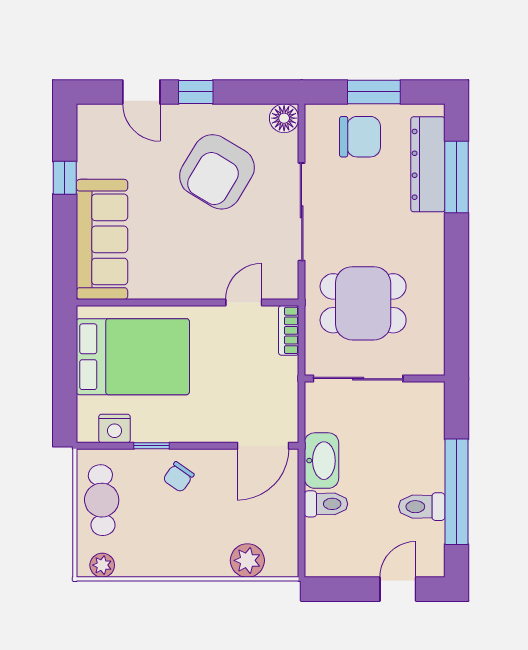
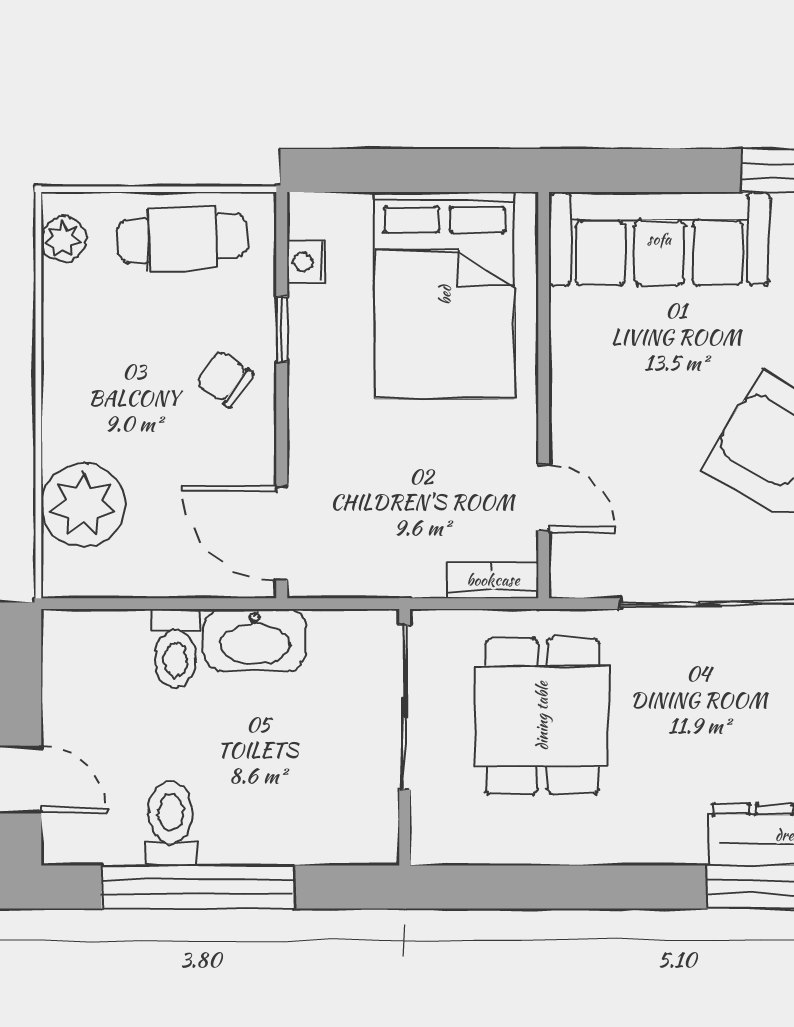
nightstand: (114, 428) -> (306, 262), width x0.72, depth x0.74
plant: (247, 560) -> (83, 505), width x1.36, depth x1.36

